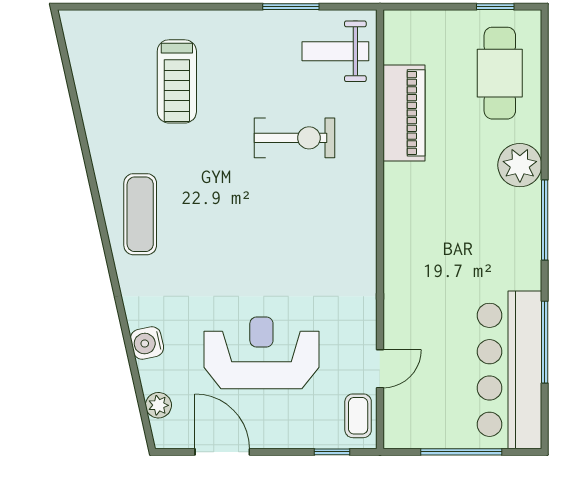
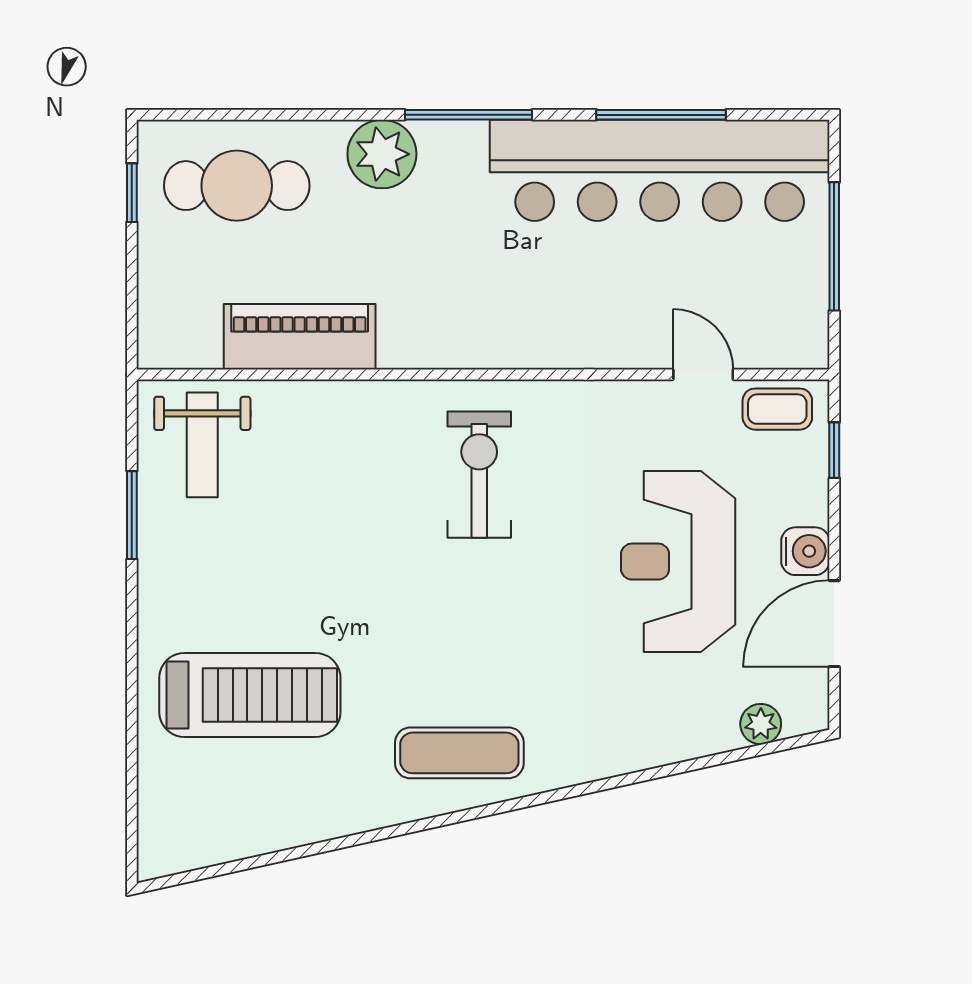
treadmill: (177, 81) -> (250, 695), width x1.37, depth x1.38
exercise bike: (295, 138) -> (479, 475), moved
water cooler: (147, 343) -> (805, 551), moved, turned -77
bar counter: (509, 370) -> (660, 170), width x1.36

